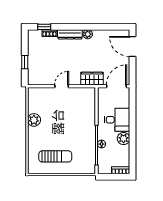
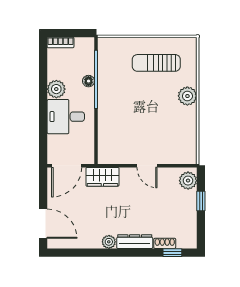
plant: (34, 76) -> (188, 181), added
door: (62, 86) -> (147, 166), hinge flipped
plant: (34, 120) -> (187, 96), moved

